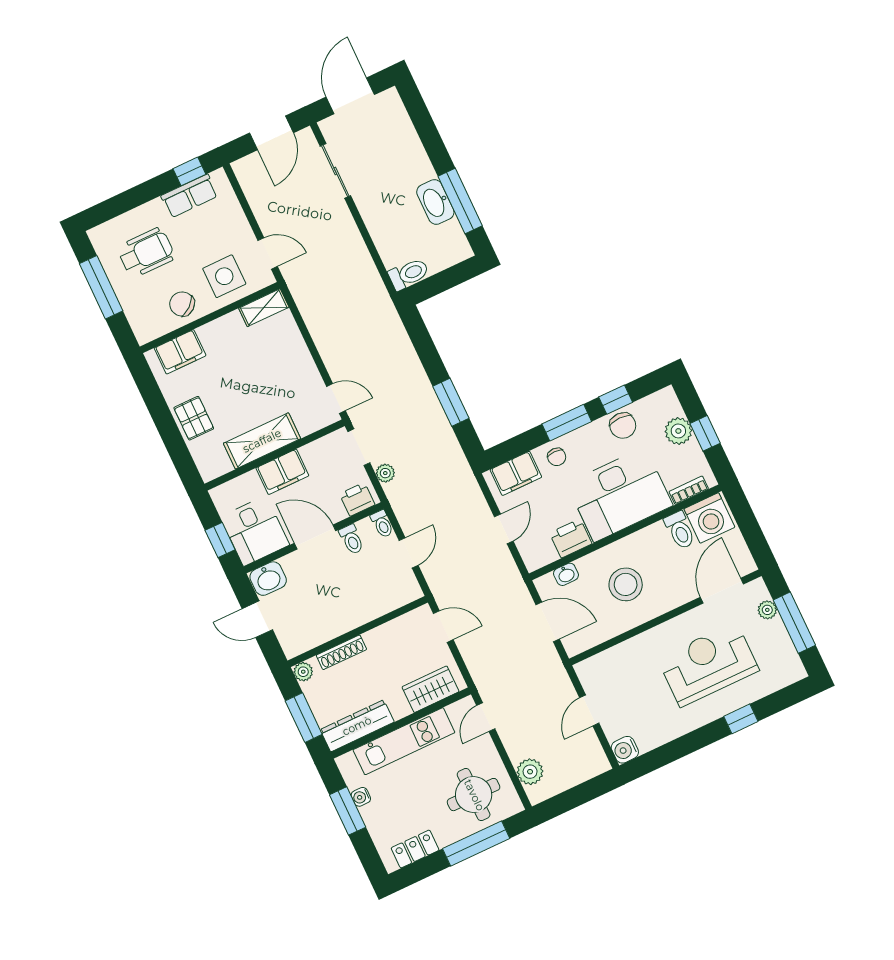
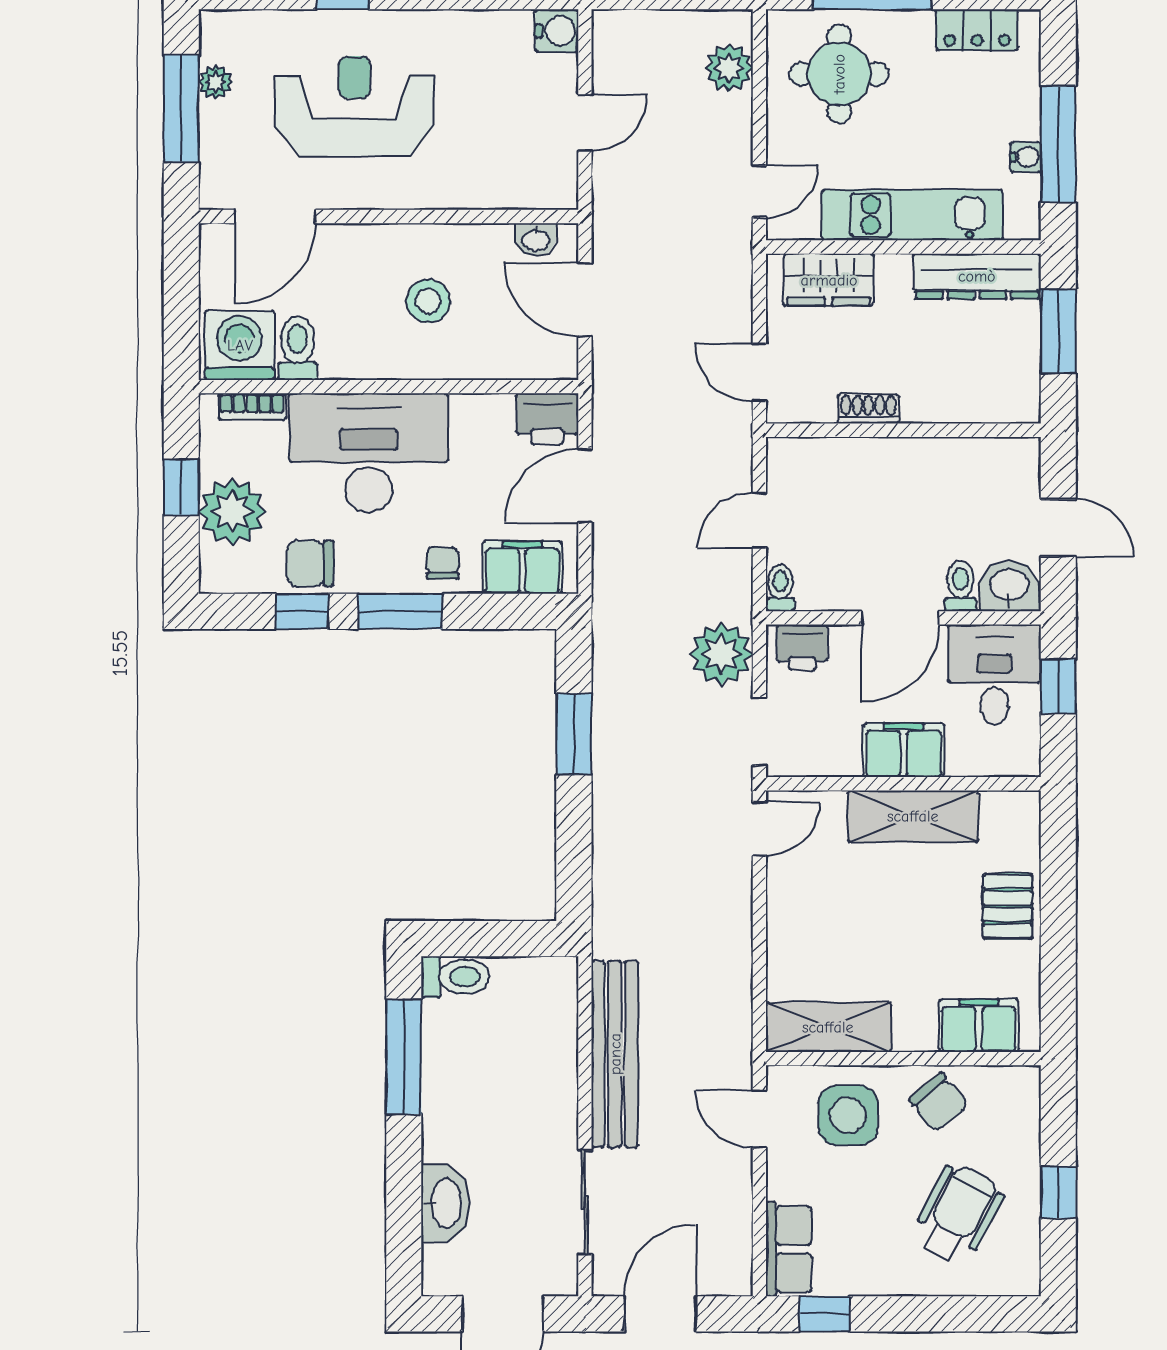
row of seats: (189, 196) -> (789, 1249), moved, turned 90
washbasin: (435, 202) -> (445, 1203), moved
bench: (355, 252) -> (615, 1054), added
wheelchair: (146, 253) -> (958, 1214), turned 118
toilet: (409, 274) -> (455, 977), moved, turned 180
window: (101, 287) -> (1058, 1192), width x0.46
shelving: (264, 308) -> (828, 1027), width x1.50, depth x1.33
door: (336, 399) -> (759, 829), swing flipped
chair: (623, 426) -> (310, 563), turned -90
plant: (678, 431) -> (232, 512), width x1.36, depth x1.36
plant: (385, 473) -> (721, 654), width x1.88, depth x1.88
door: (504, 529) -> (585, 486), width x1.38
door: (315, 537) -> (900, 618), hinge flipped
printer: (571, 538) -> (547, 419), moved
toilet: (352, 539) -> (960, 586), moved
washbasin: (566, 574) -> (536, 240), moved, turned 180
stool: (626, 584) -> (428, 301), width x0.73, depth x0.73
plant: (767, 610) -> (216, 82), moved
shoe rack: (341, 652) -> (868, 409), moved, width x0.70
reception desk: (708, 664) -> (354, 106), turned 180
plant: (303, 672) -> (1024, 407), removed
window: (348, 811) -> (1058, 144), width x1.44

